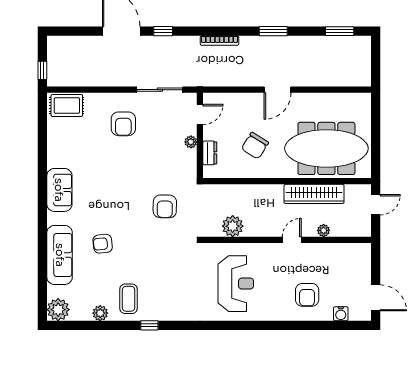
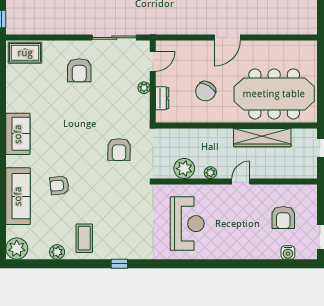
plant: (324, 230) -> (210, 173), moved
armchair: (307, 295) -> (283, 218), moved
window: (149, 325) -> (119, 264), moved

